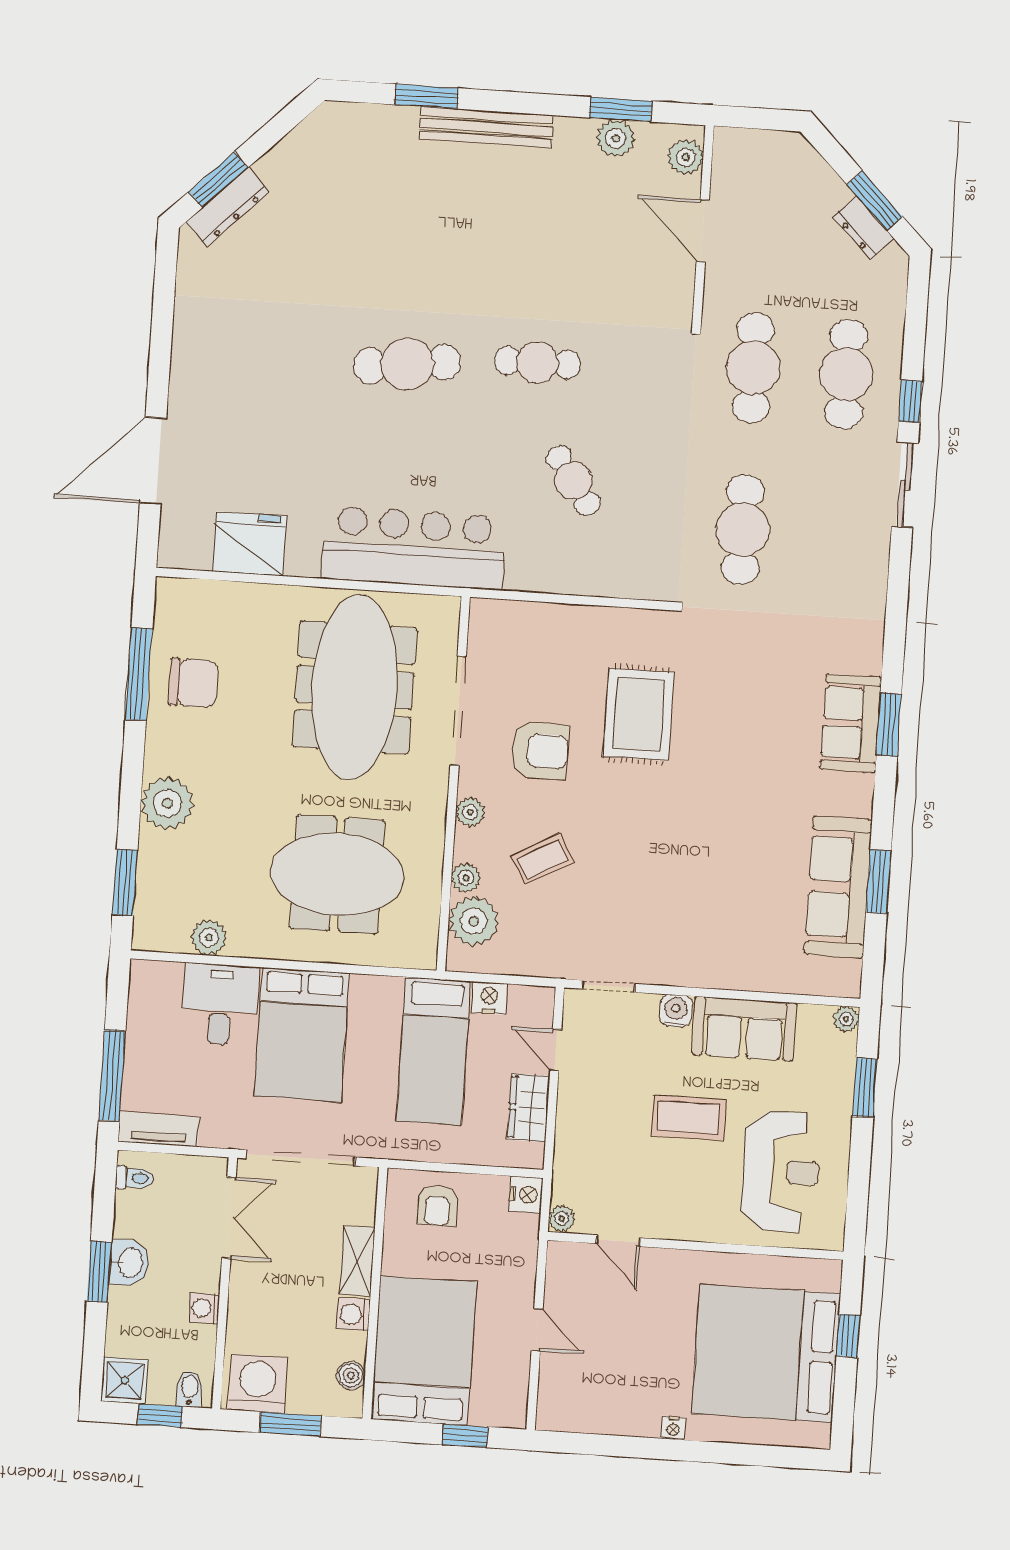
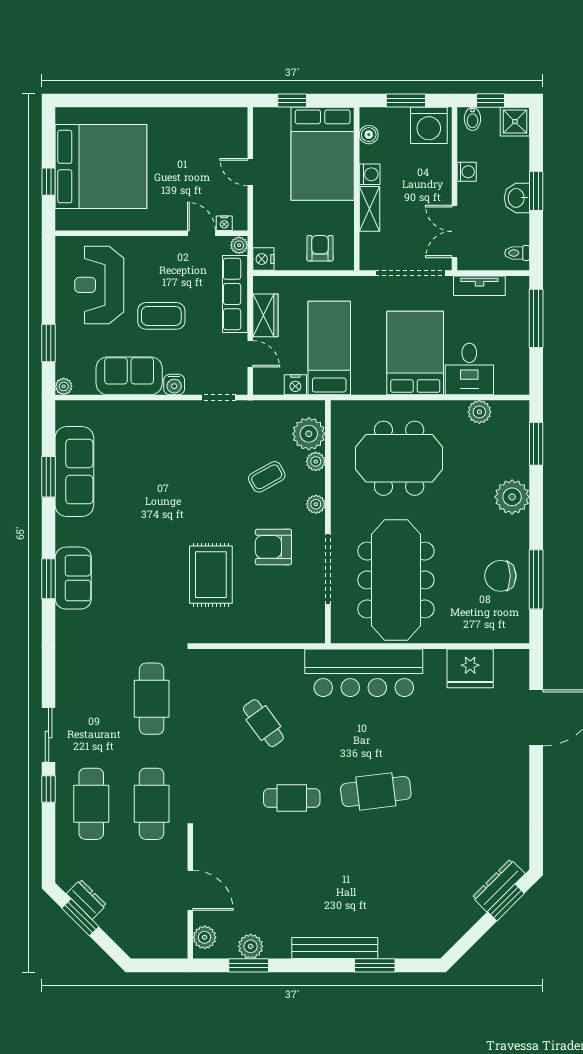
tv unit: (159, 1129) -> (479, 286), moved
row of seats: (573, 1144) -> (235, 294), added
nightstand: (673, 1428) -> (224, 223), moved, turned 180

